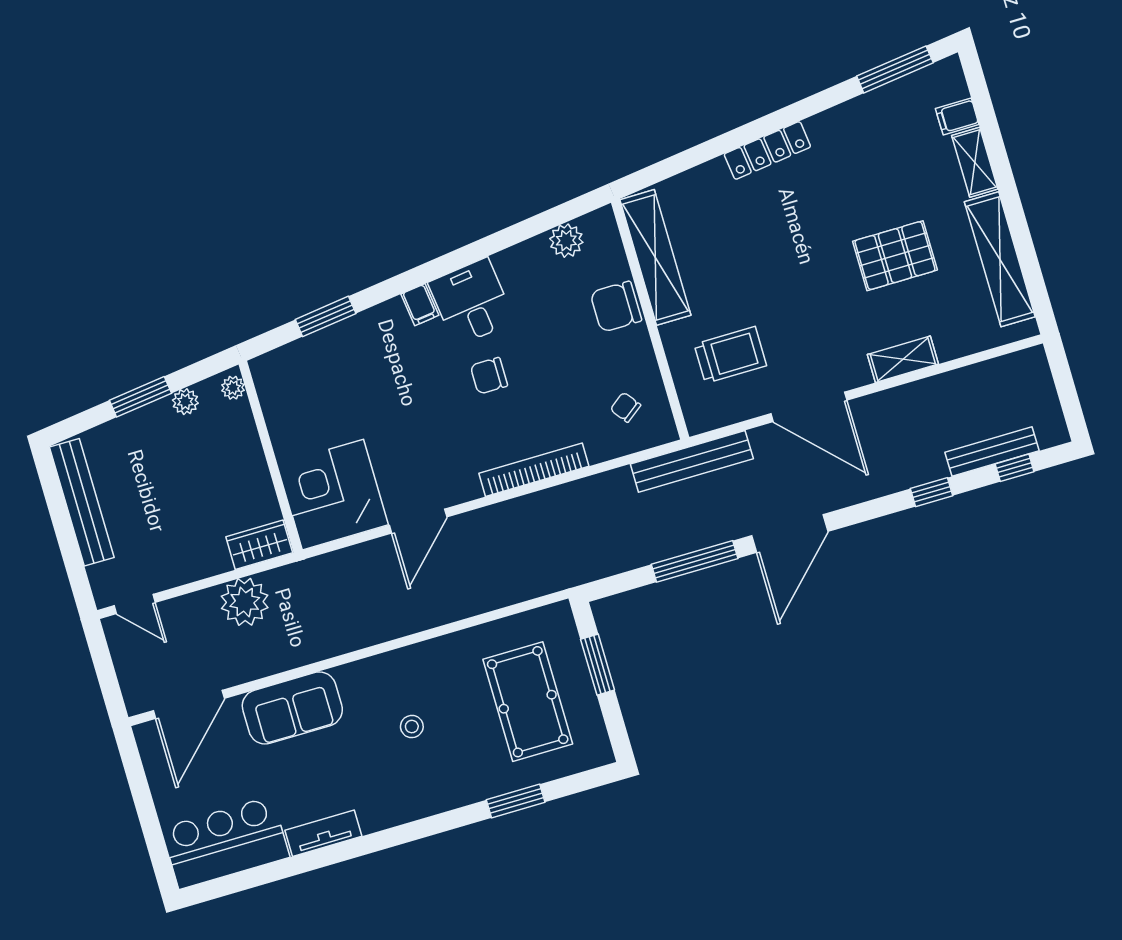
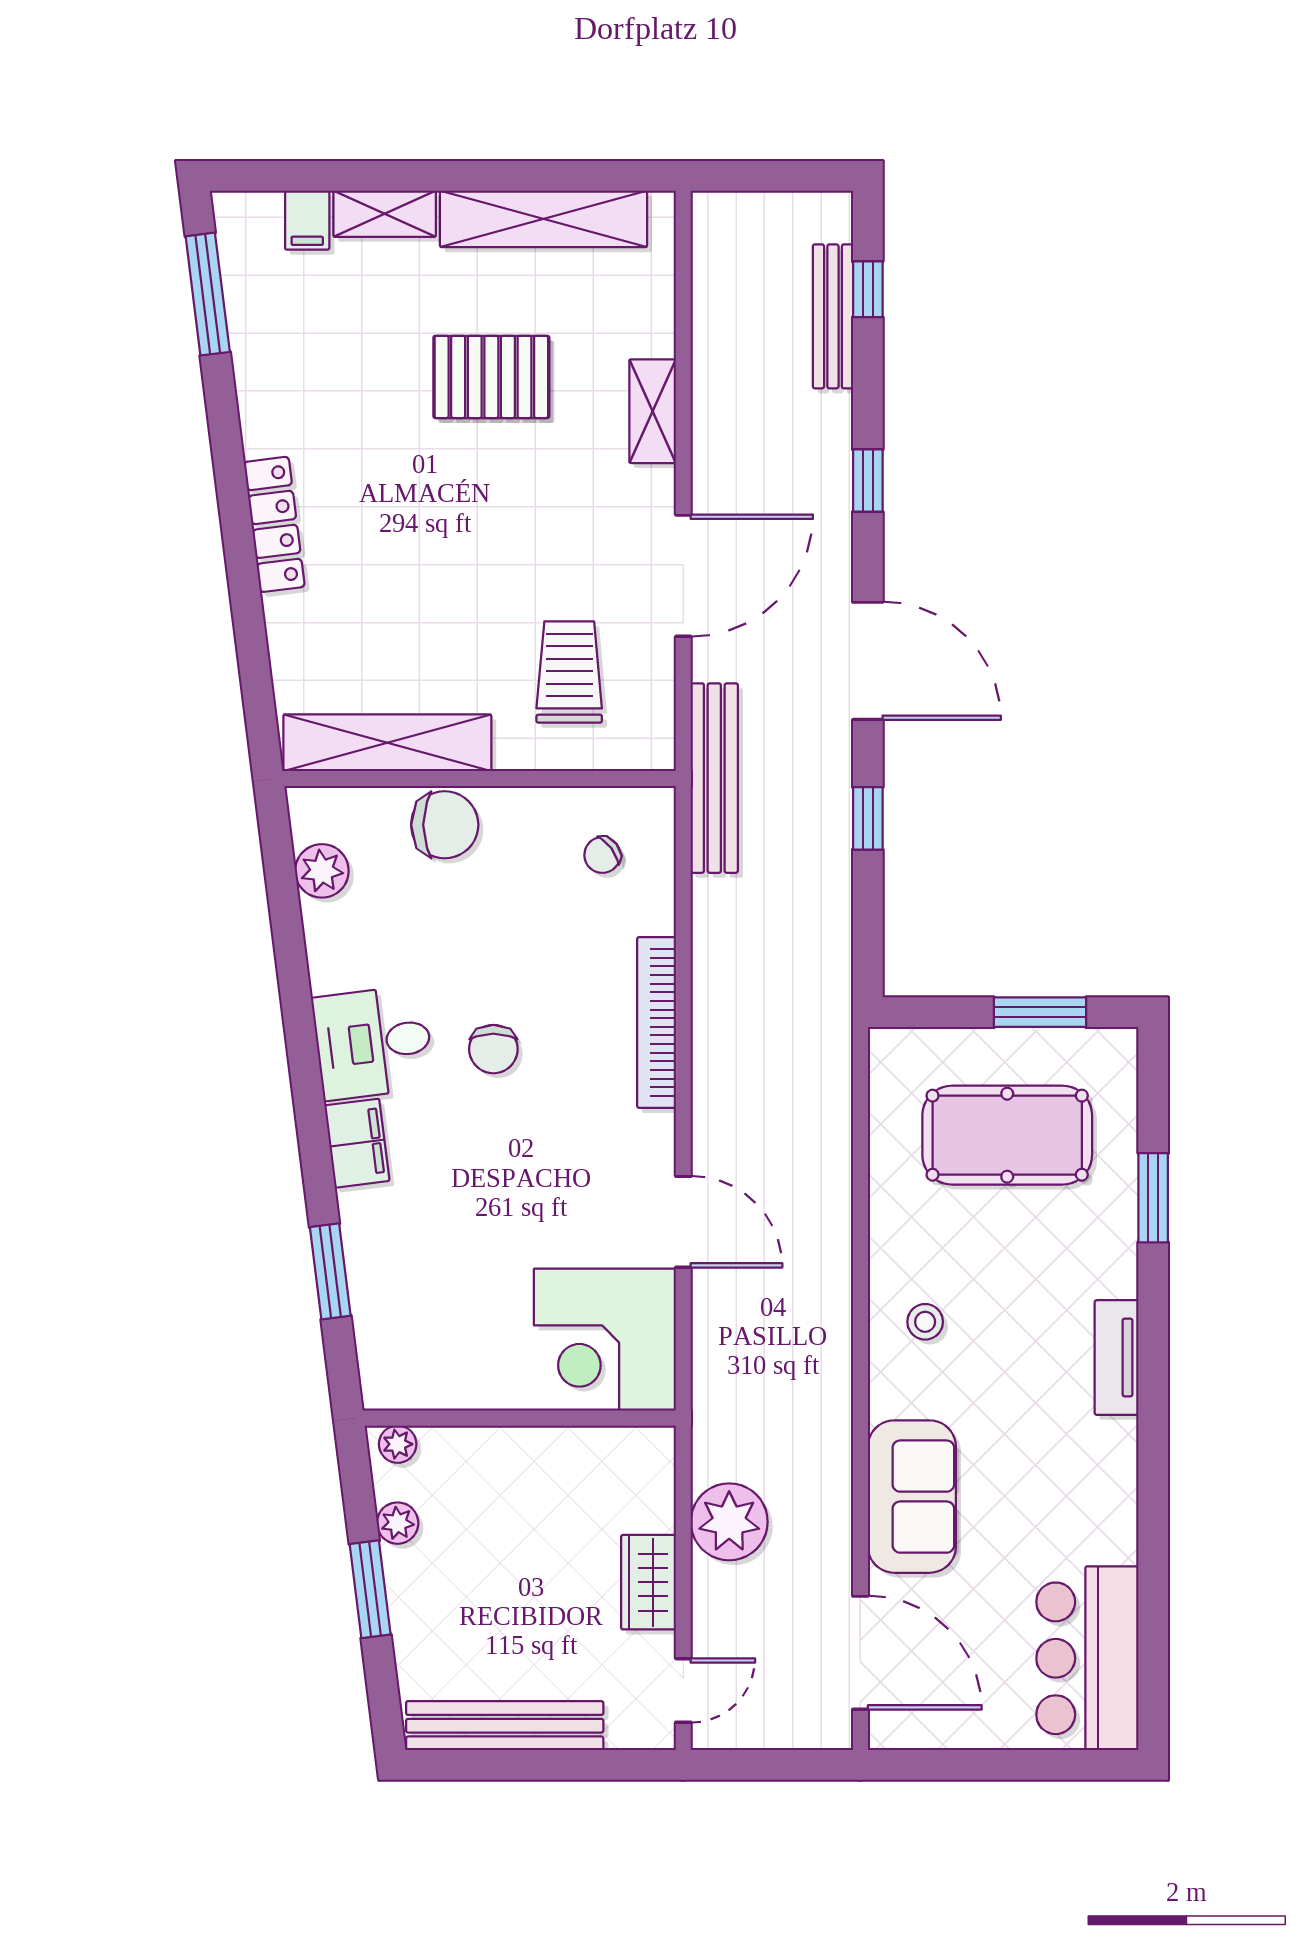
pallet: (895, 256) -> (491, 377), turned 90
filing cabinet: (420, 305) -> (357, 1143), width x2.00
chair: (616, 307) -> (445, 825), turned -90
window: (931, 492) -> (868, 481), moved
wardrobe: (259, 545) -> (649, 1582), moved
window: (695, 561) -> (868, 818), width x0.46
window: (598, 665) -> (1040, 1012), moved
stool: (412, 727) -> (925, 1322), moved
tv unit: (323, 833) -> (1117, 1358), moved

